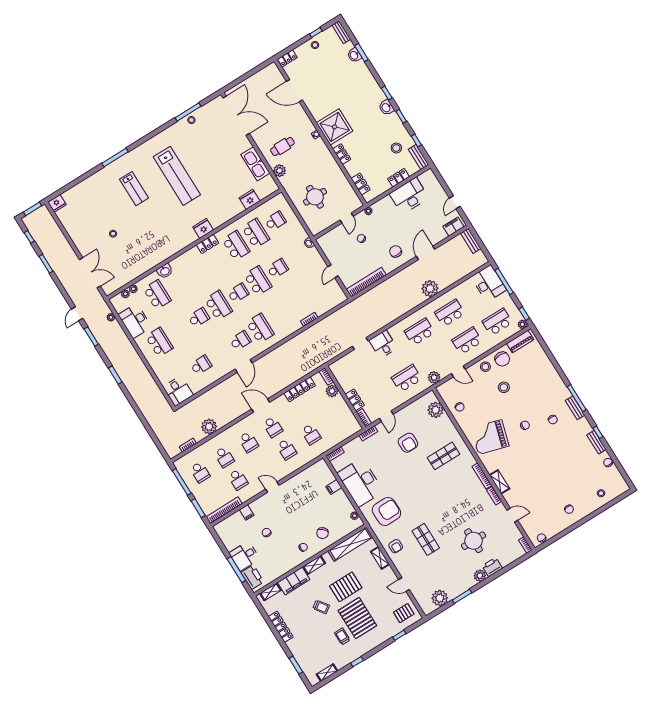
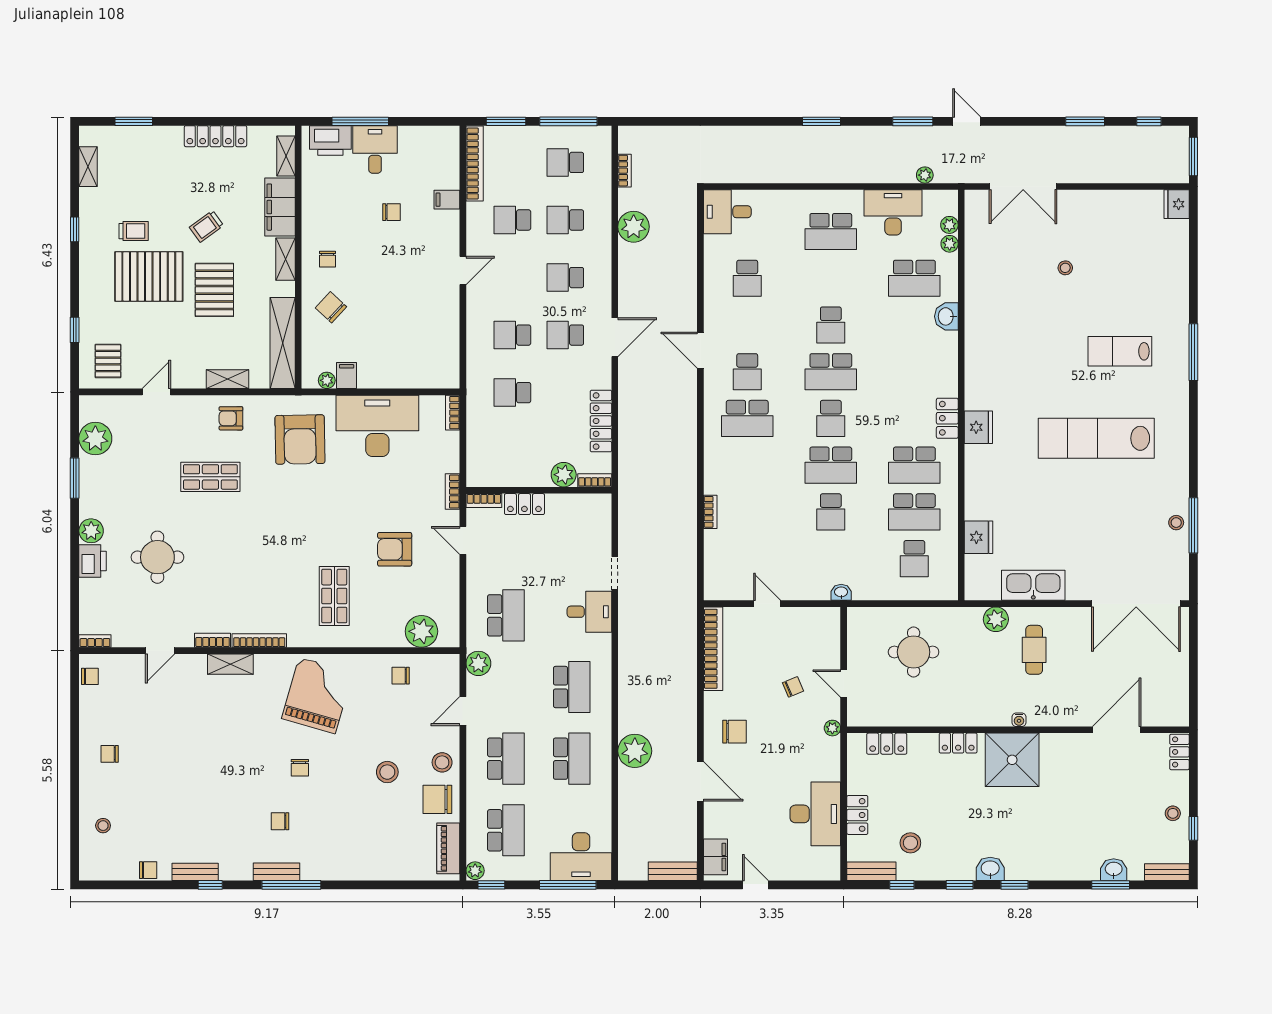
filing cabinet: (334, 487) -> (347, 376), moved

